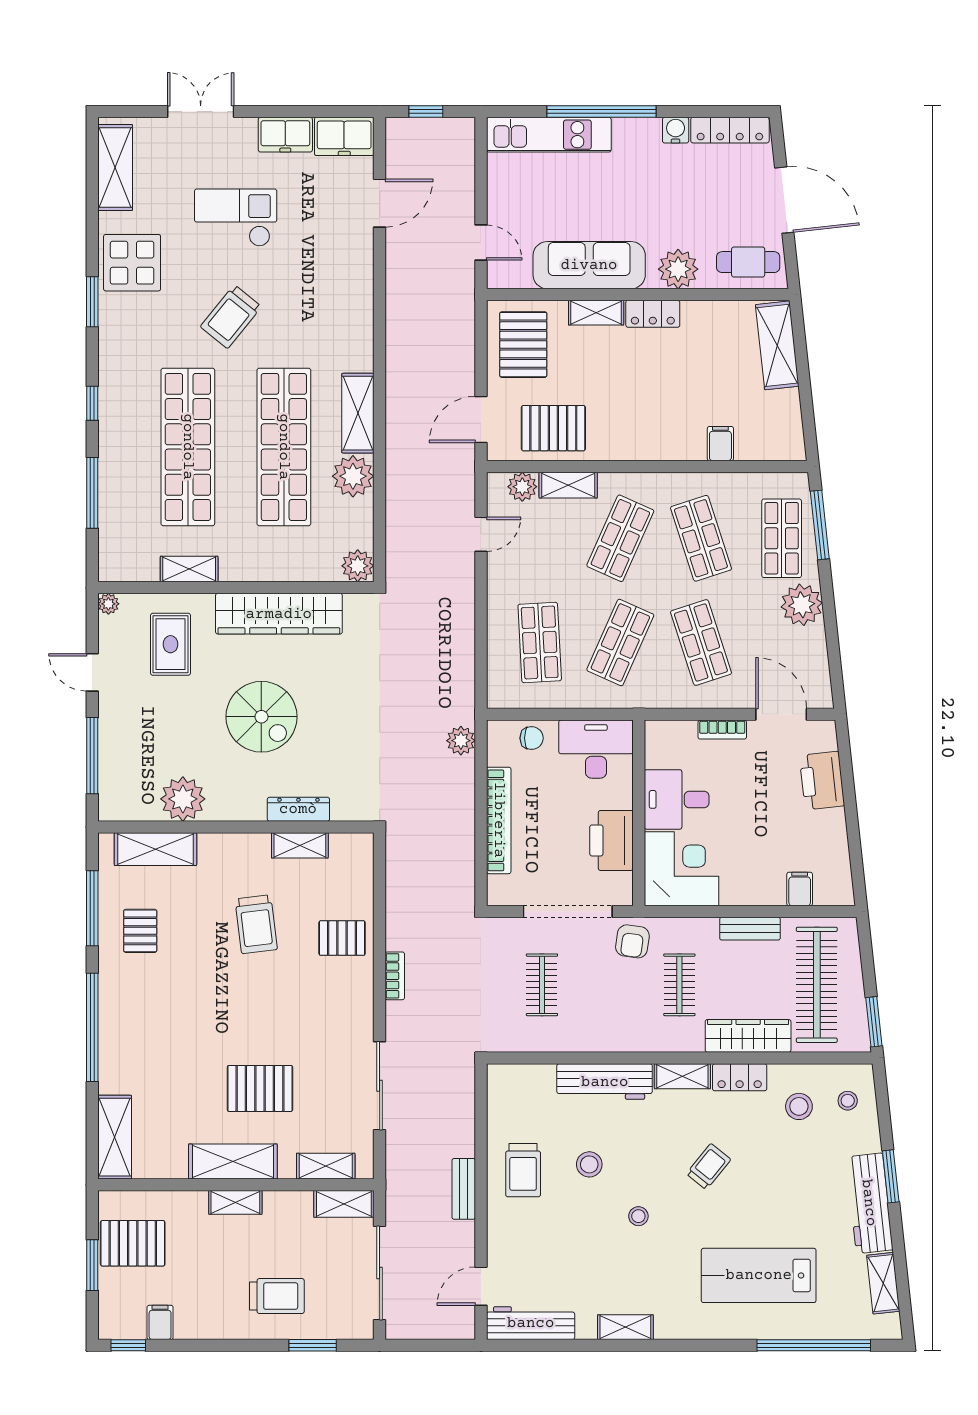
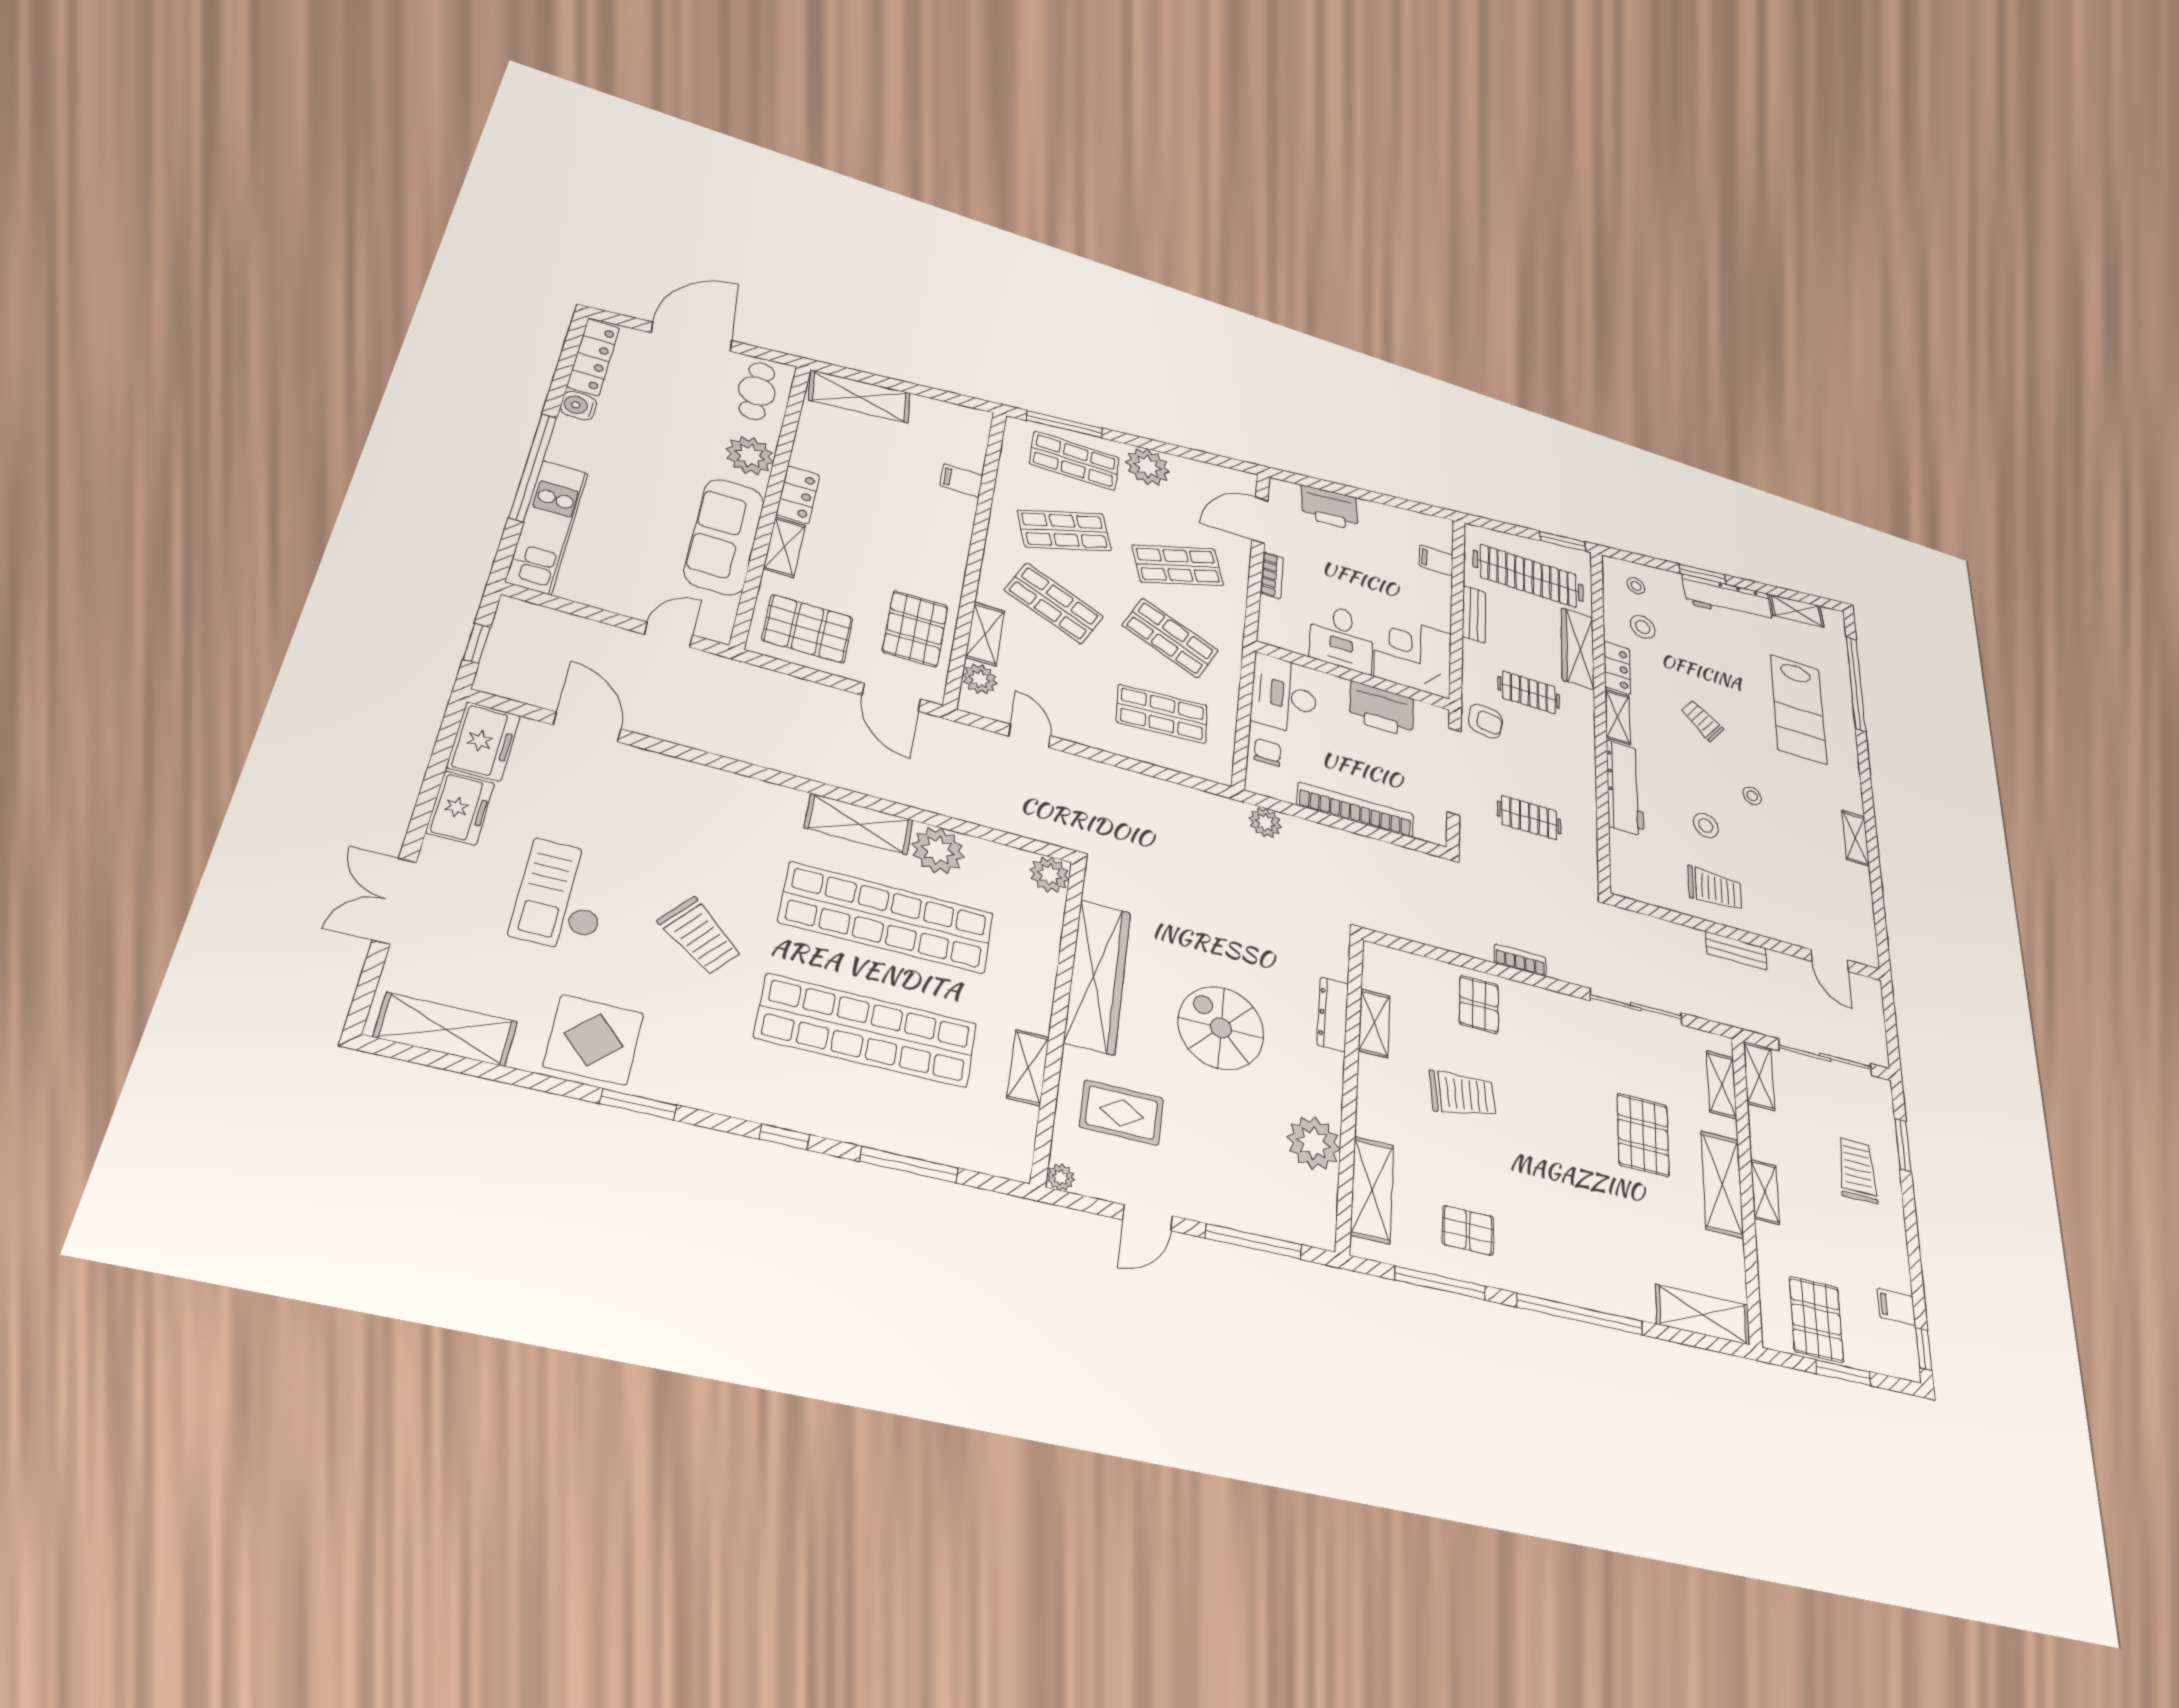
spiral stairs: (261, 717) -> (1221, 1028), turned -90
workbench: (531, 1323) -> (1860, 923), removed

